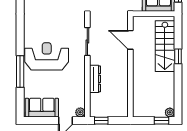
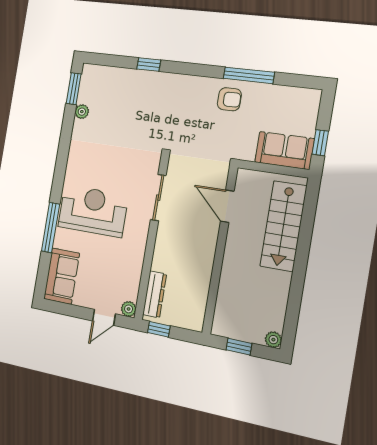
window: (178, 56) -> (303, 247), removed
dresser: (95, 79) -> (155, 294), moved
sofa: (42, 108) -> (62, 276), moved, turned 90
window: (162, 121) -> (239, 347), moved

